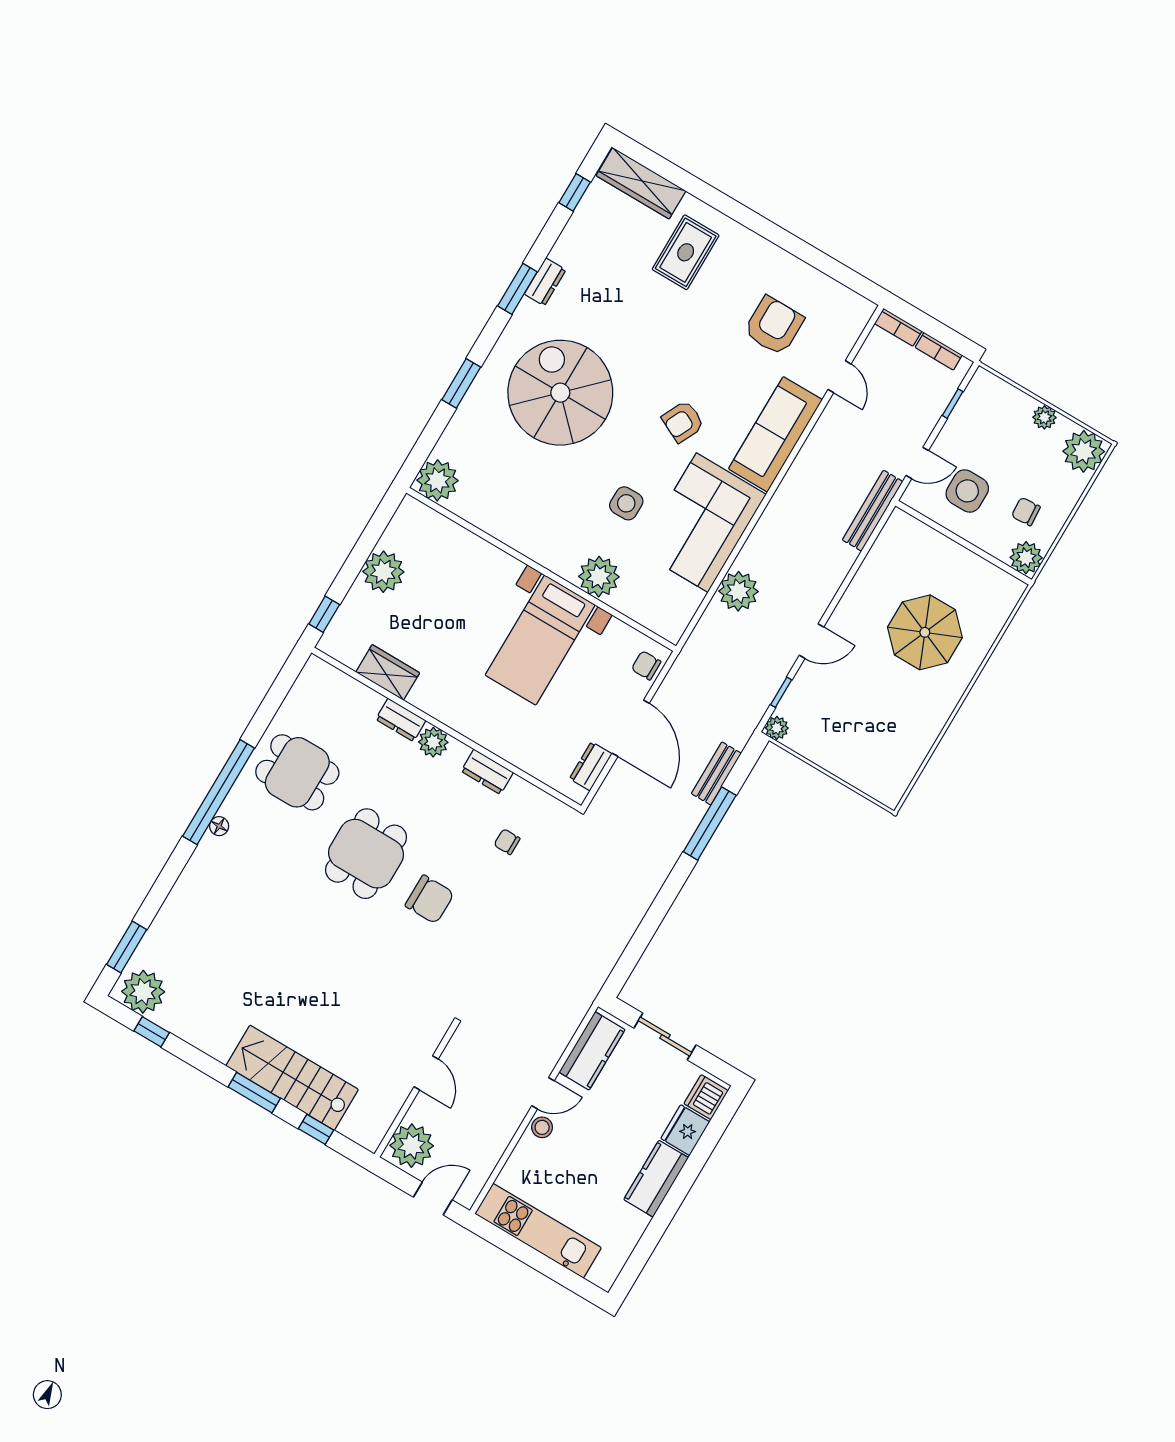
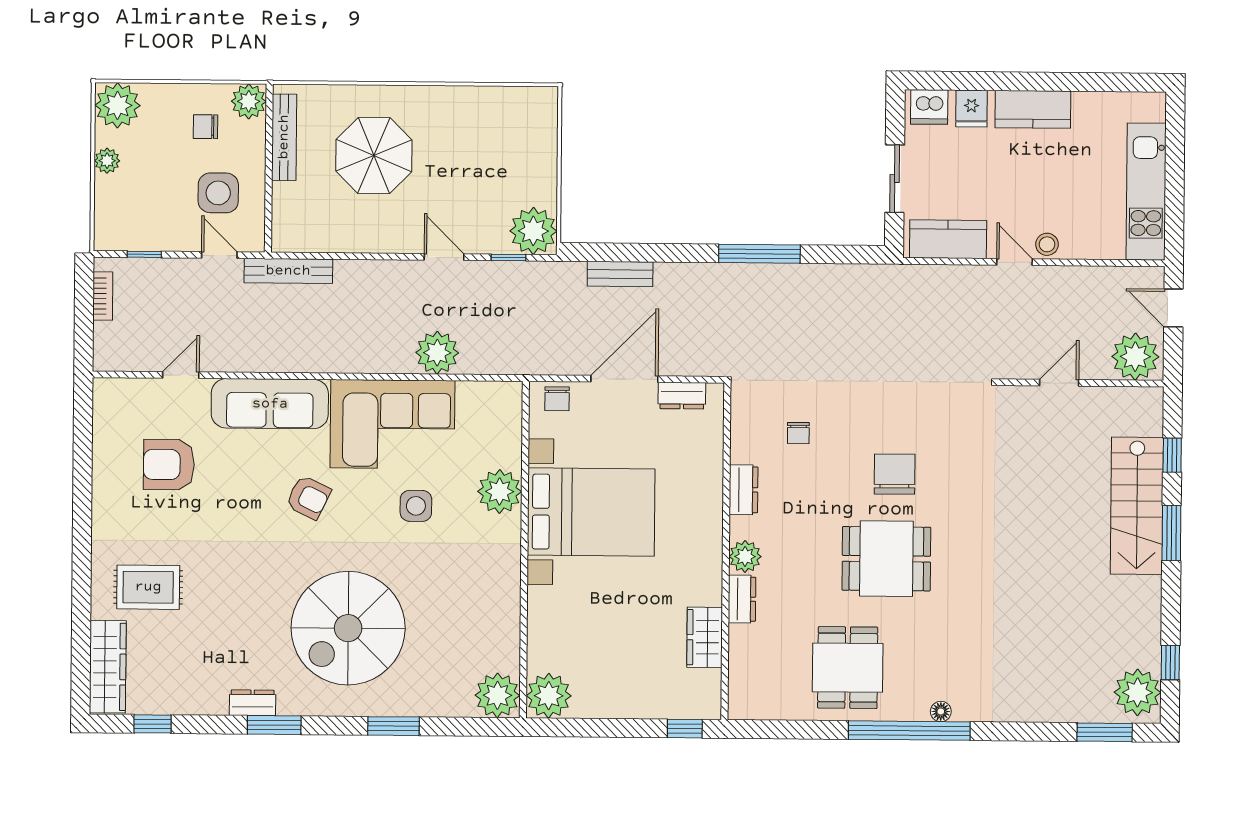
bookcase: (898, 327) -> (102, 347), removed
chair: (1026, 512) -> (206, 127), turned 94
bench: (981, 569) -> (284, 137), added
plant: (383, 572) -> (549, 696), moved
bed with nightstands: (540, 640) -> (591, 512), width x1.36
plant: (777, 728) -> (533, 231), width x1.88, depth x1.88
window: (710, 824) -> (759, 254), moved
fridge: (685, 1130) -> (971, 108), width x0.72

